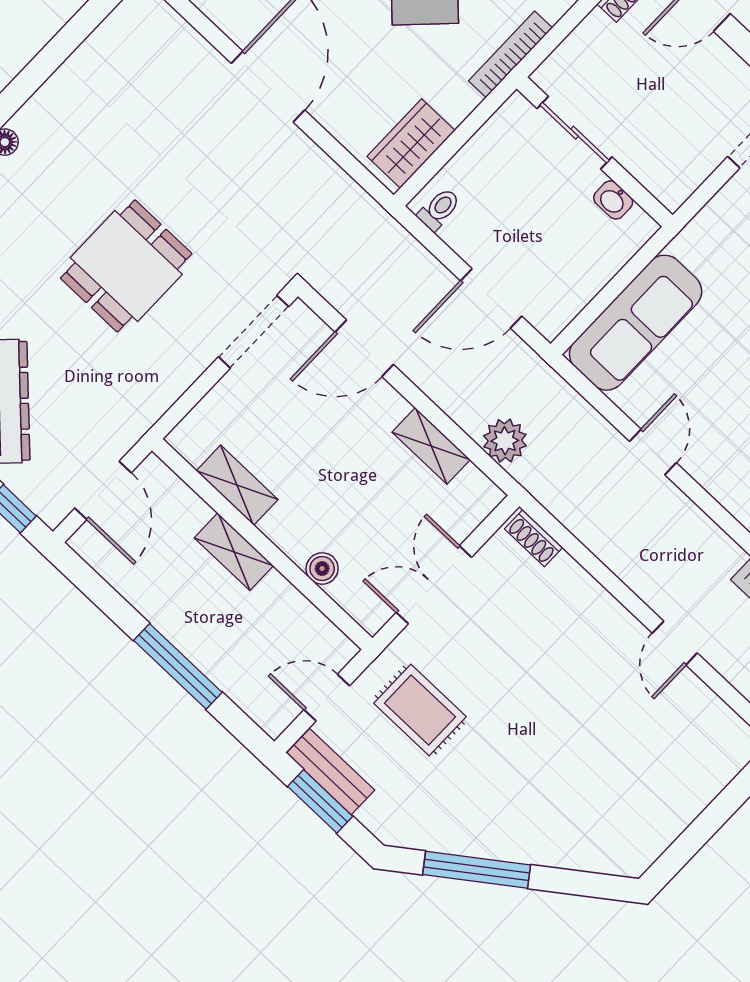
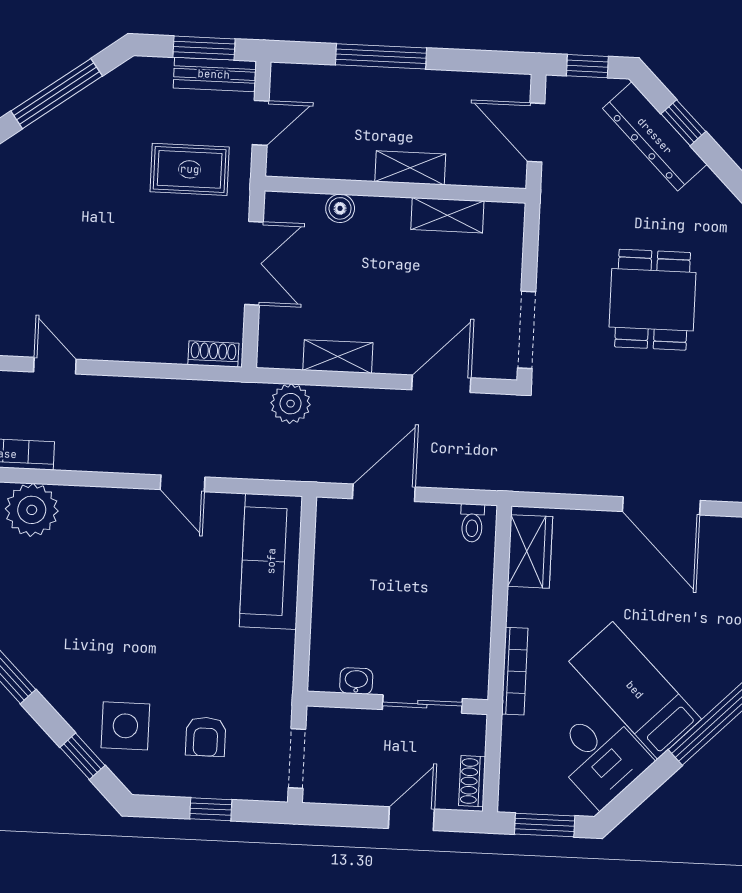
sliding door: (575, 133) -> (422, 704), moved
wall: (595, 152) -> (397, 703), moved
washbasin: (613, 200) -> (356, 681), moved

